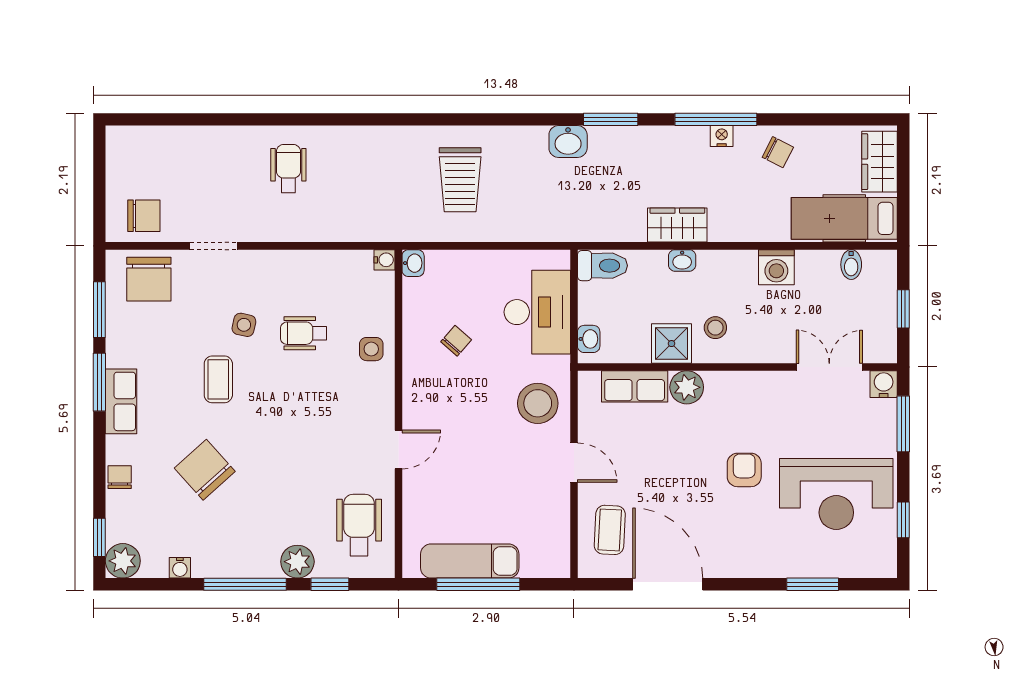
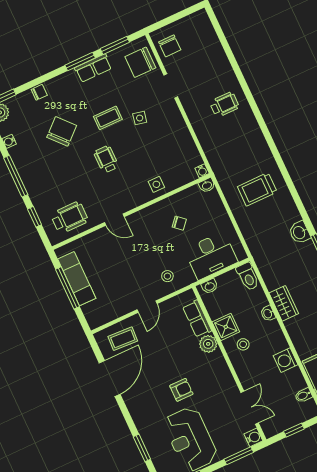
wheelchair: (304, 333) -> (106, 159), moved
row of seats: (121, 401) -> (93, 68), moved
stool: (538, 403) -> (167, 276), width x0.53, depth x0.53
plant: (297, 562) -> (38, 196), removed

